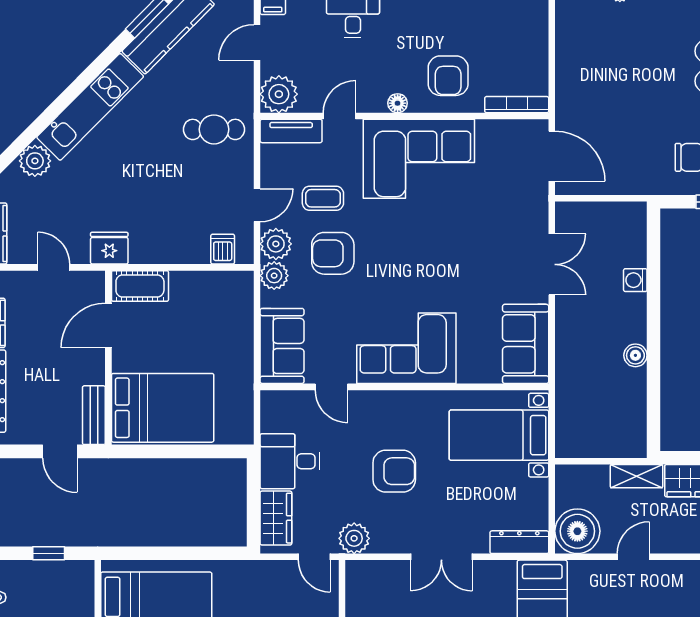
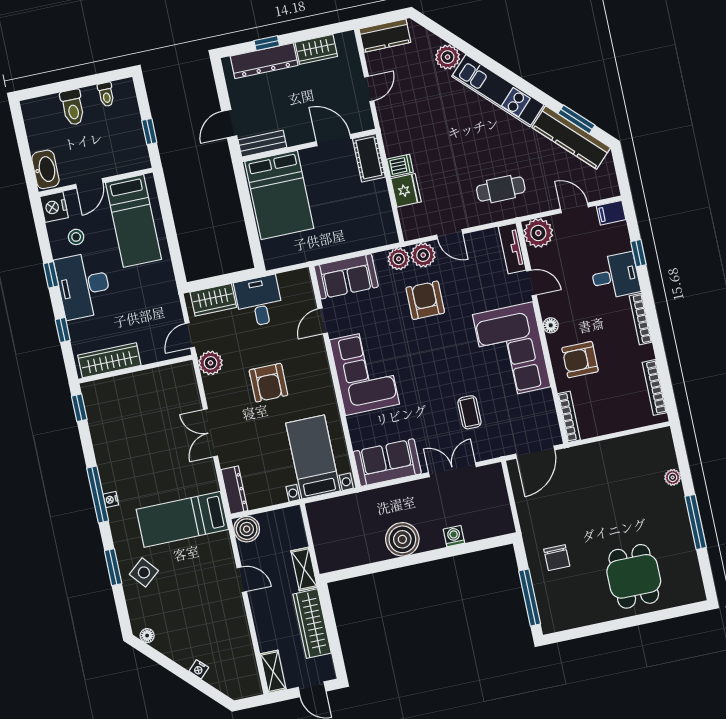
cafe table: (214, 129) -> (501, 189), turned 90
coffee table: (323, 198) -> (470, 412), moved
fridge: (109, 248) -> (406, 190), moved
dishwasher: (223, 249) -> (400, 166), moved
double door: (552, 264) -> (452, 470), swing flipped
boiler: (635, 355) -> (402, 539), width x1.86, depth x1.86
boiler: (577, 531) -> (247, 529), width x0.73, depth x0.73

